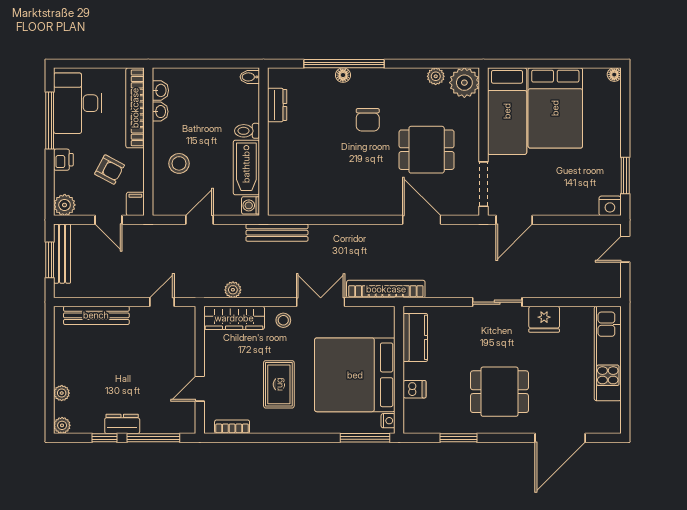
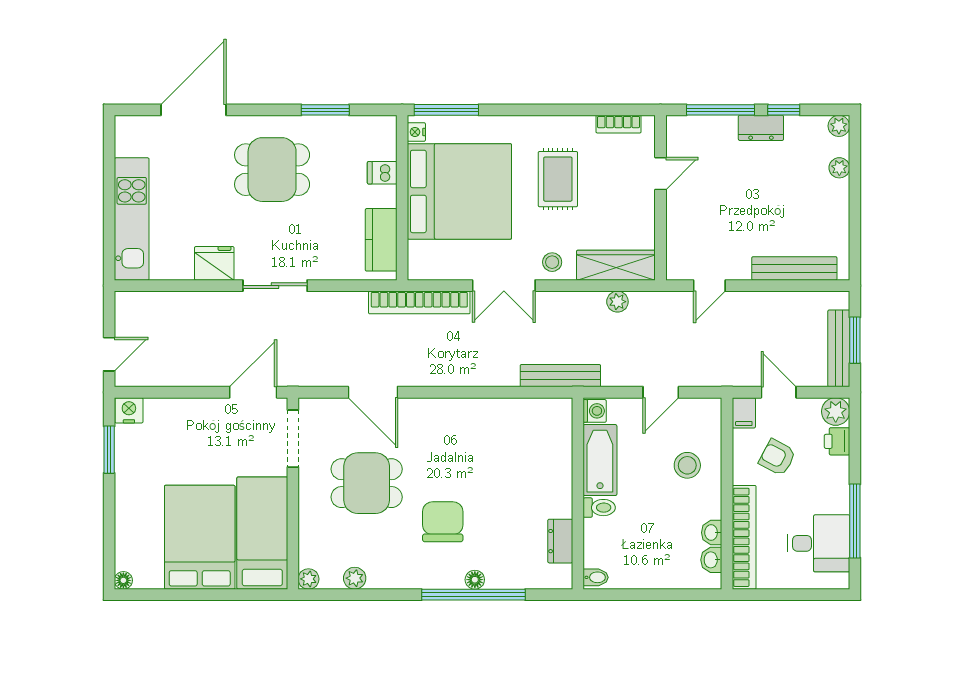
plant: (464, 83) -> (309, 579), width x0.53, depth x0.53
desk: (78, 103) -> (819, 543), width x0.73
chair: (368, 120) -> (443, 522), width x1.37, depth x1.37
printer: (63, 160) -> (837, 441), moved

